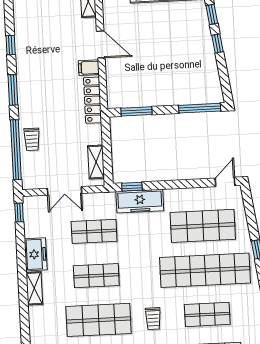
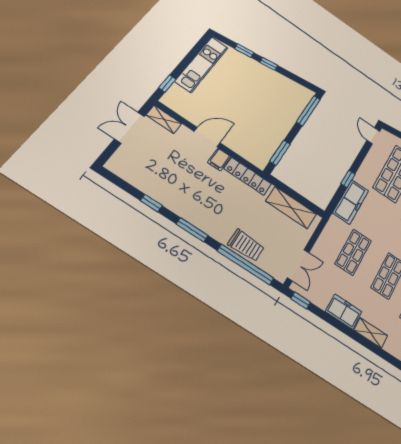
trolley: (32, 139) -> (246, 245), width x1.36, depth x1.39
shelving: (96, 162) -> (291, 208), width x1.50, depth x1.33
window: (132, 187) -> (348, 179), moved
double door: (65, 191) -> (298, 265), moved

